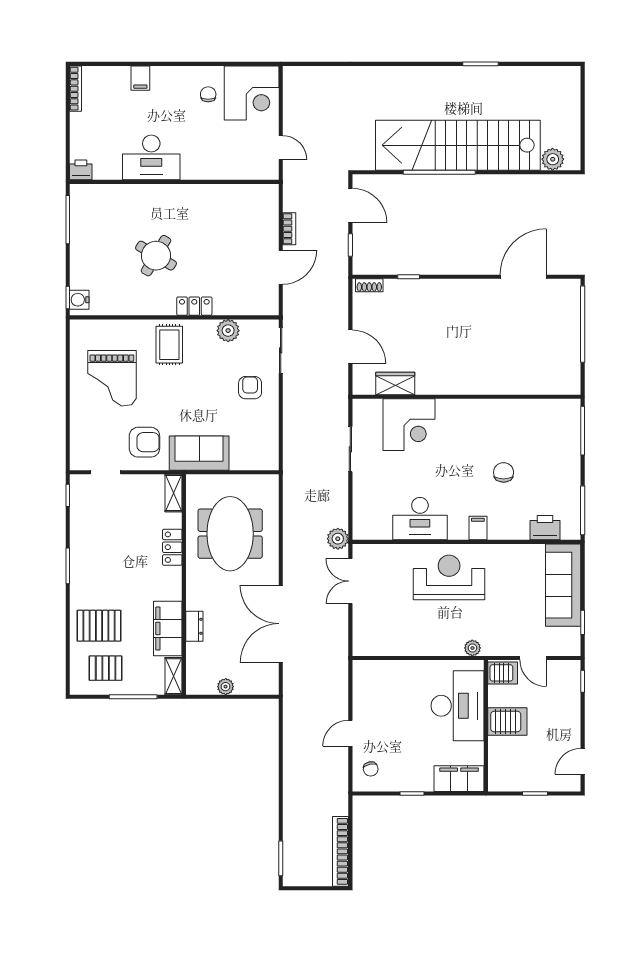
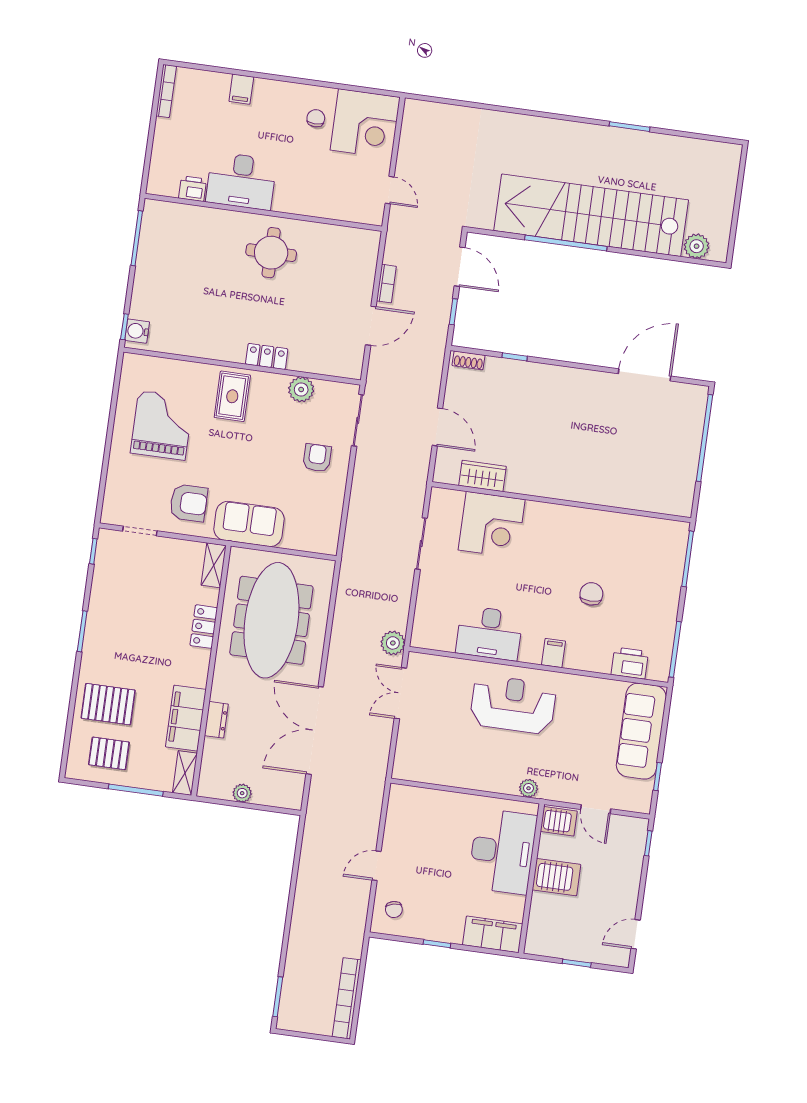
printer: (81, 170) -> (192, 189), moved
round table: (156, 256) -> (271, 253), moved, turned -31
grand piano: (112, 378) -> (162, 425), turned 180
meeting table: (230, 534) -> (271, 620), width x1.36

